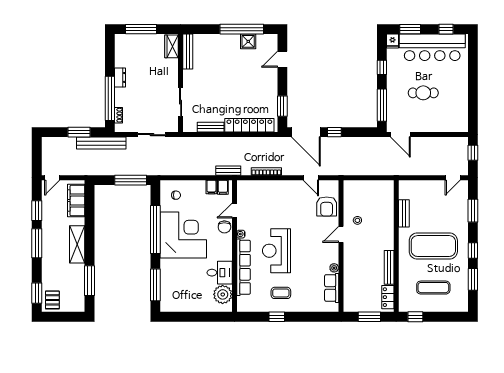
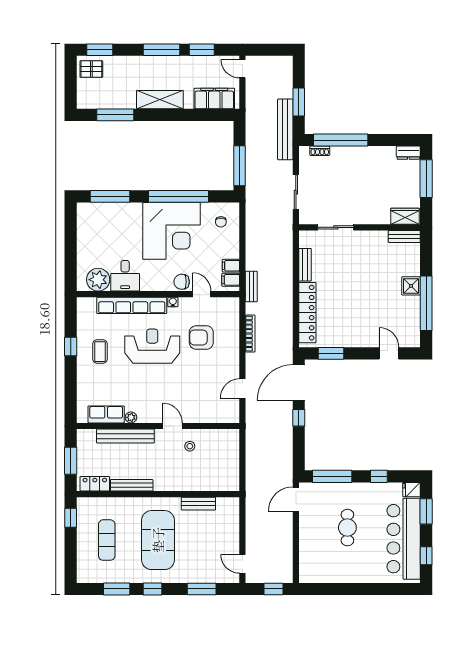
shower: (248, 41) -> (411, 286), moved
bench: (188, 51) -> (404, 237), width x0.73
dresser: (120, 77) -> (408, 153), moved
armchair: (327, 206) -> (201, 337), moved
bench: (349, 272) -> (125, 436), added

